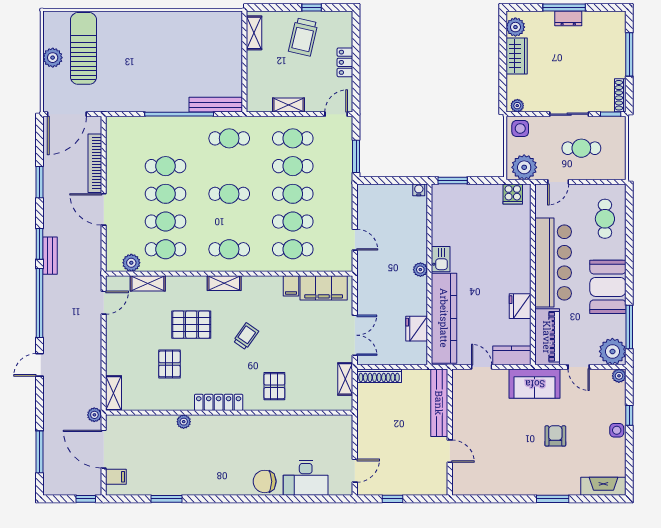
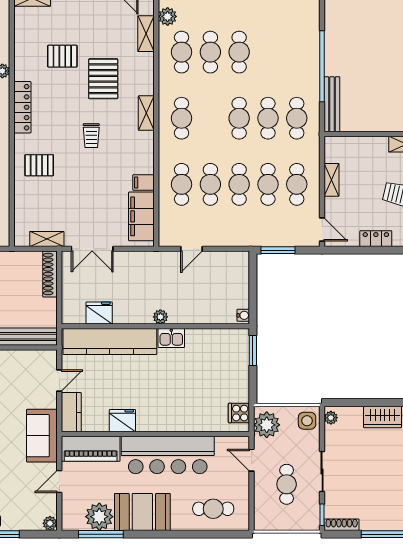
cafe table: (166, 166) -> (268, 118), moved
trolley: (246, 336) -> (91, 136), turned 55
plant: (612, 351) -> (99, 517), moved

